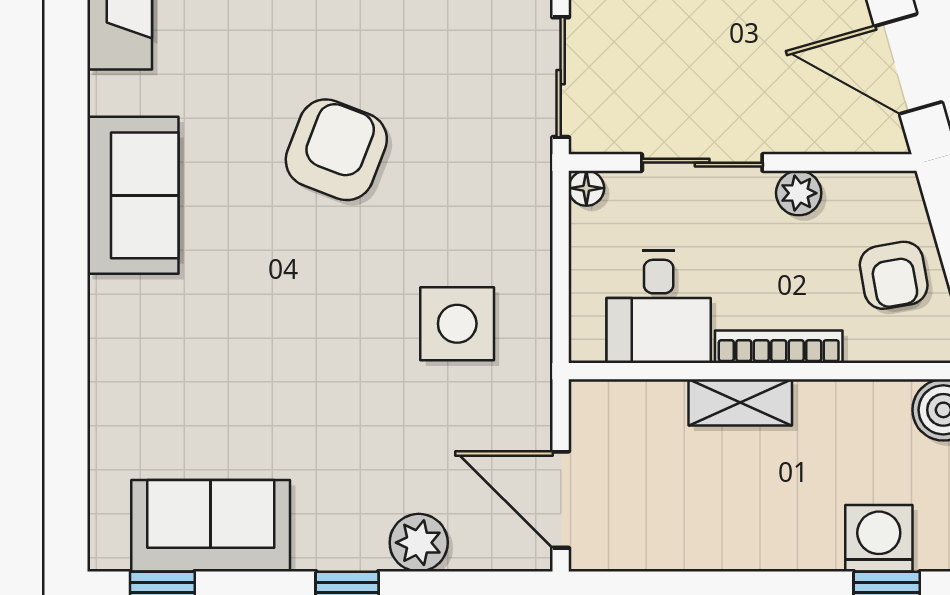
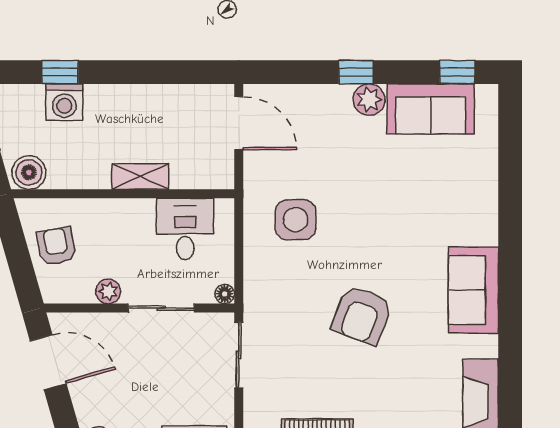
bookcase: (779, 347) -> (119, 207), removed
plant: (419, 543) -> (369, 100), moved

